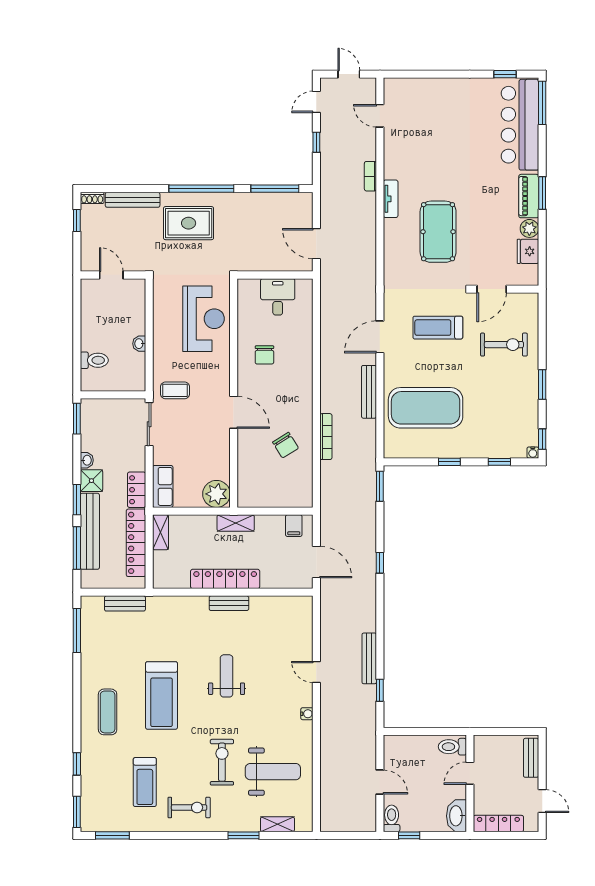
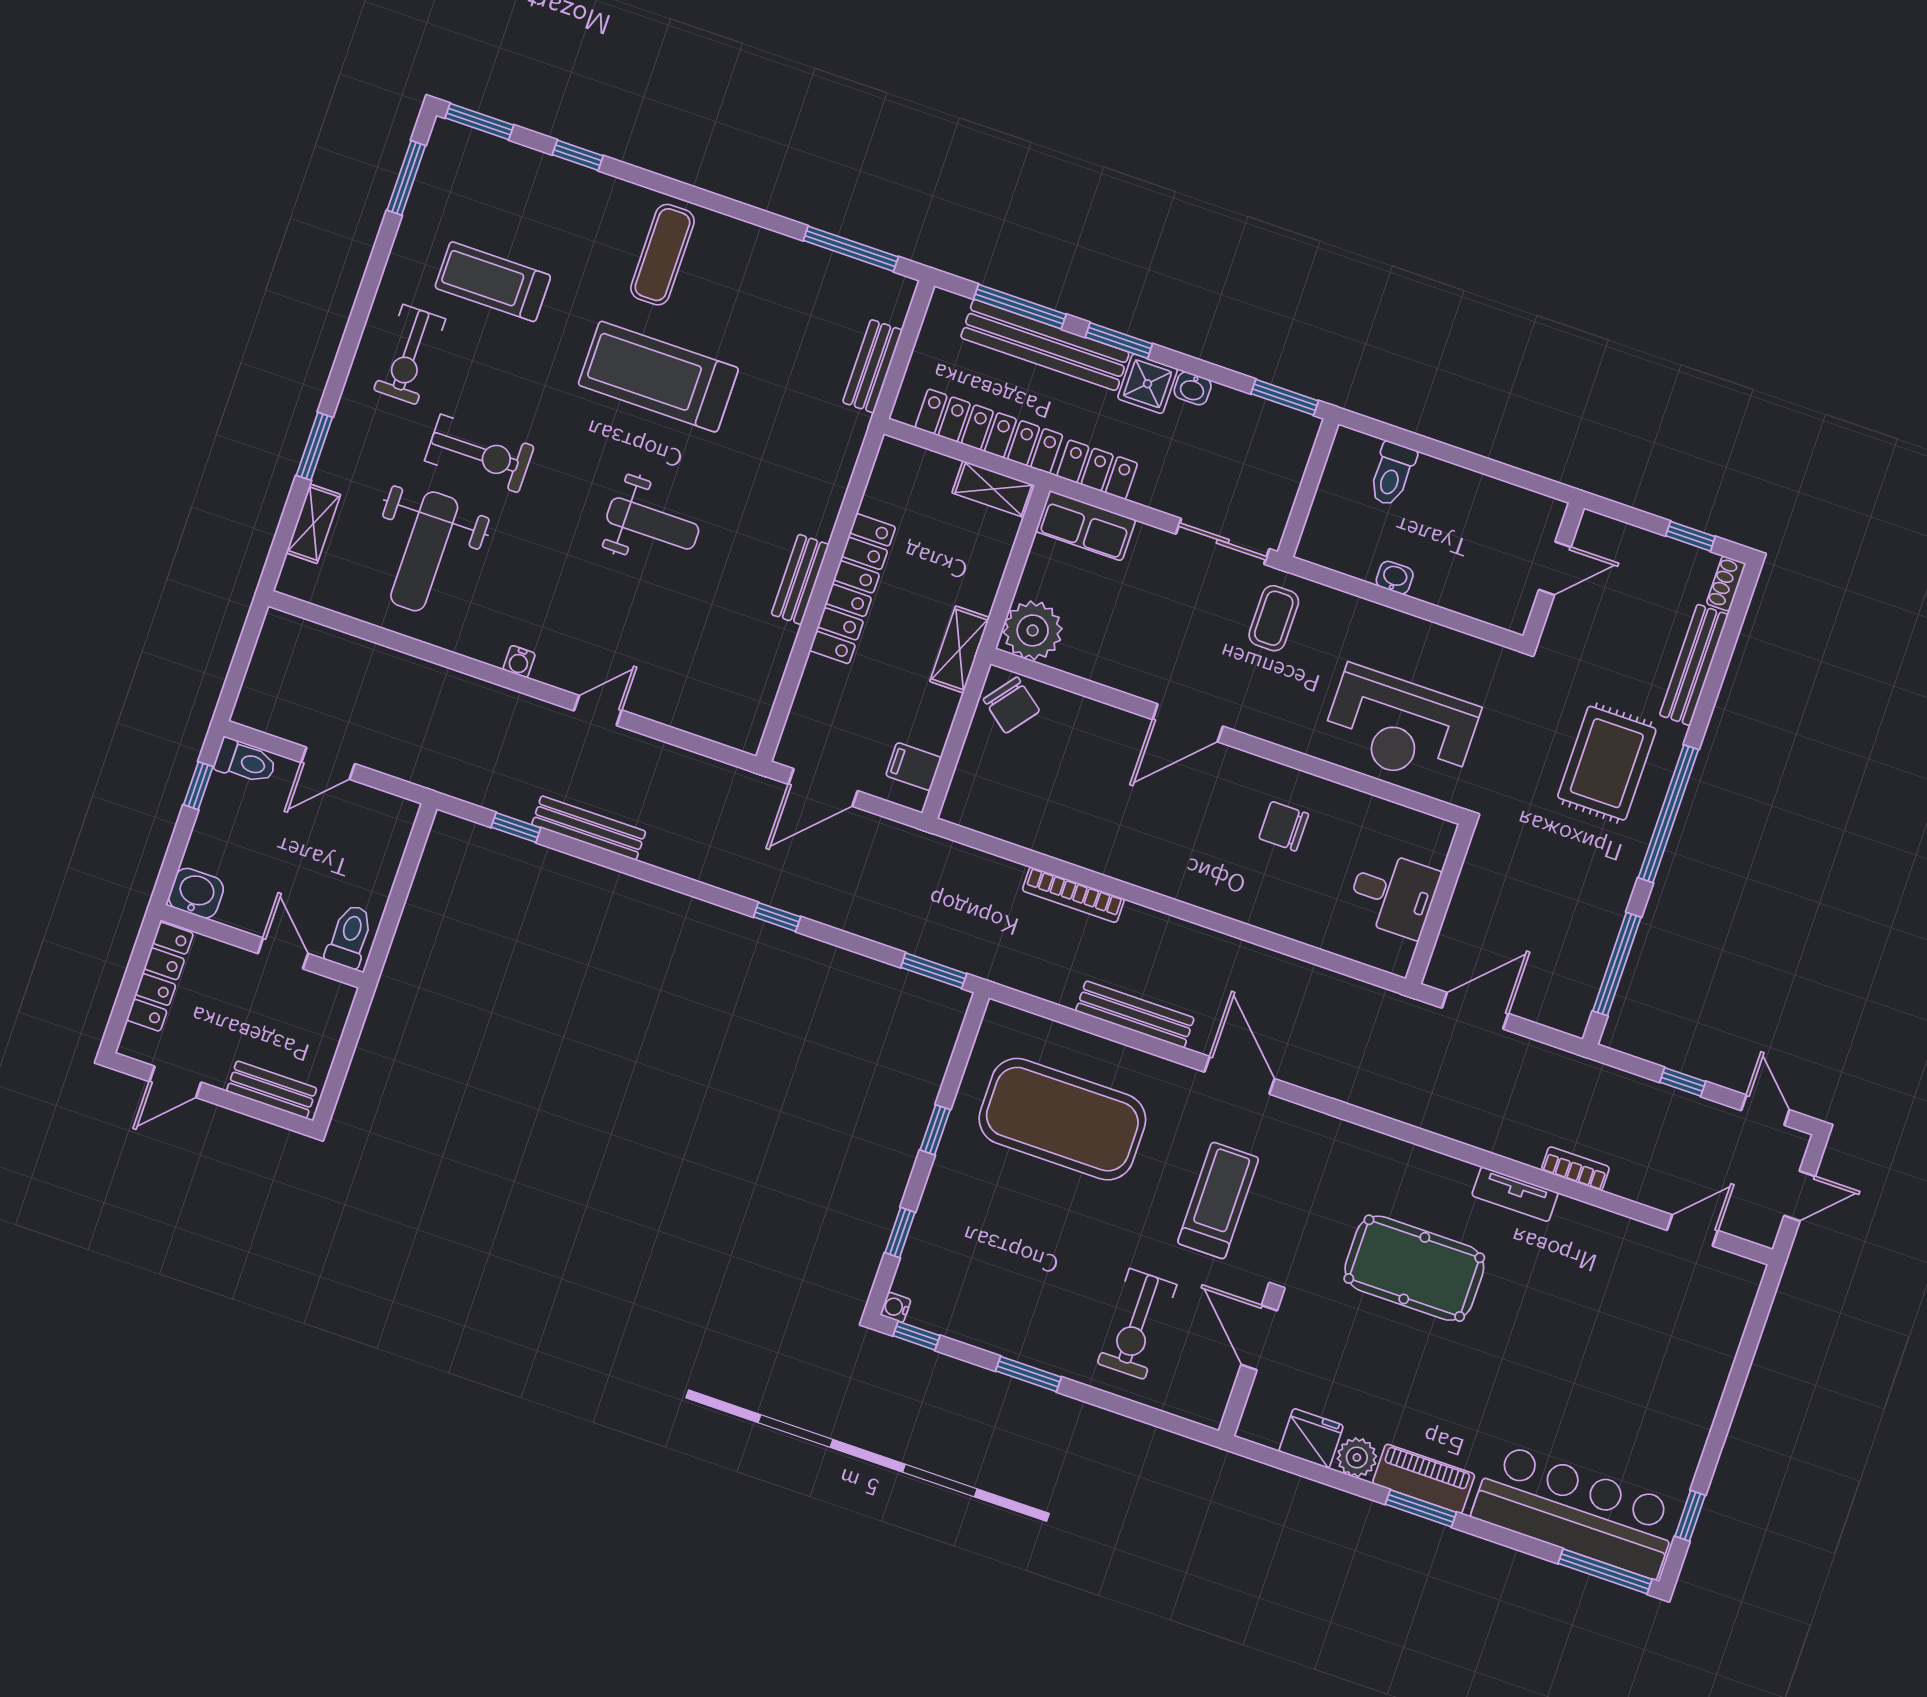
exercise mat: (426, 408) -> (1062, 1119), turned 90
chair: (286, 445) -> (1012, 705), moved, turned -110
exercise mat: (108, 712) -> (662, 255), turned 90
washbasin: (456, 816) -> (196, 893), width x0.72

